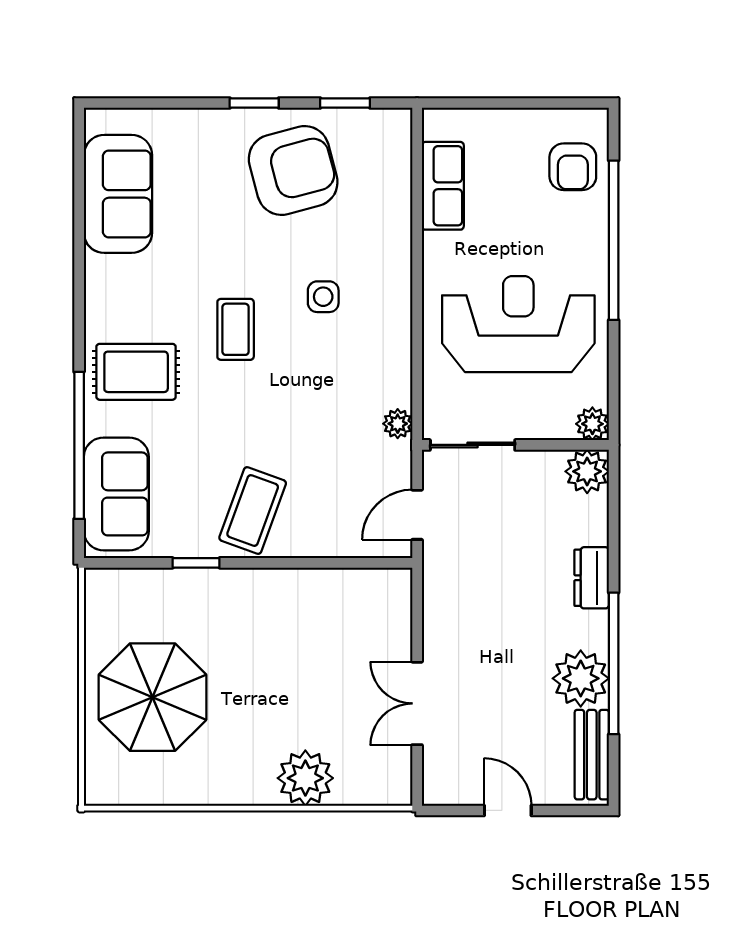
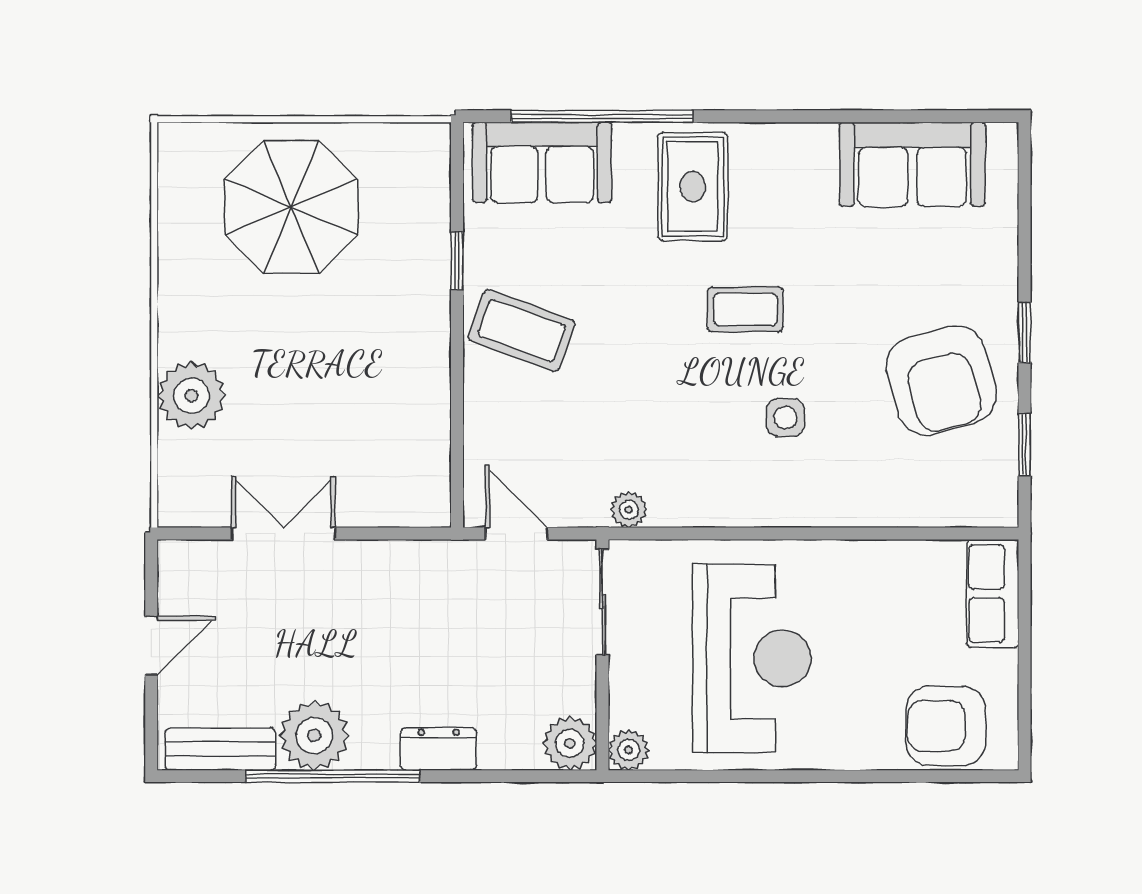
armchair: (573, 167) -> (946, 726), width x1.38, depth x1.38
row of seats: (443, 186) -> (993, 594), moved, turned 90
window: (614, 240) -> (855, 776), removed

